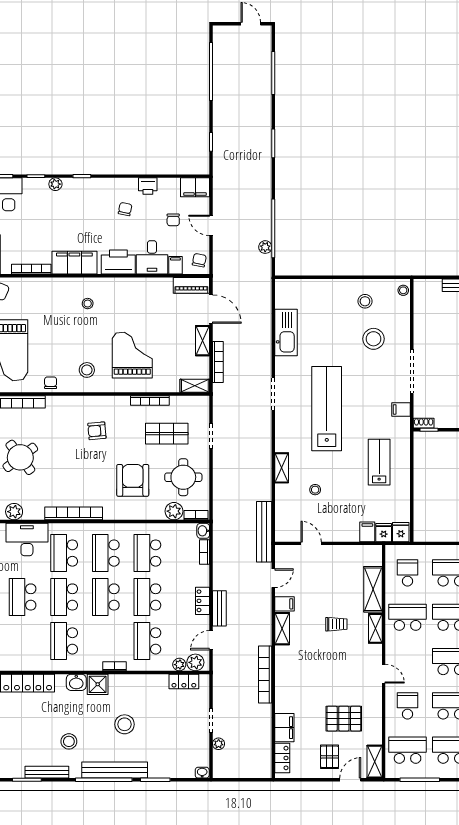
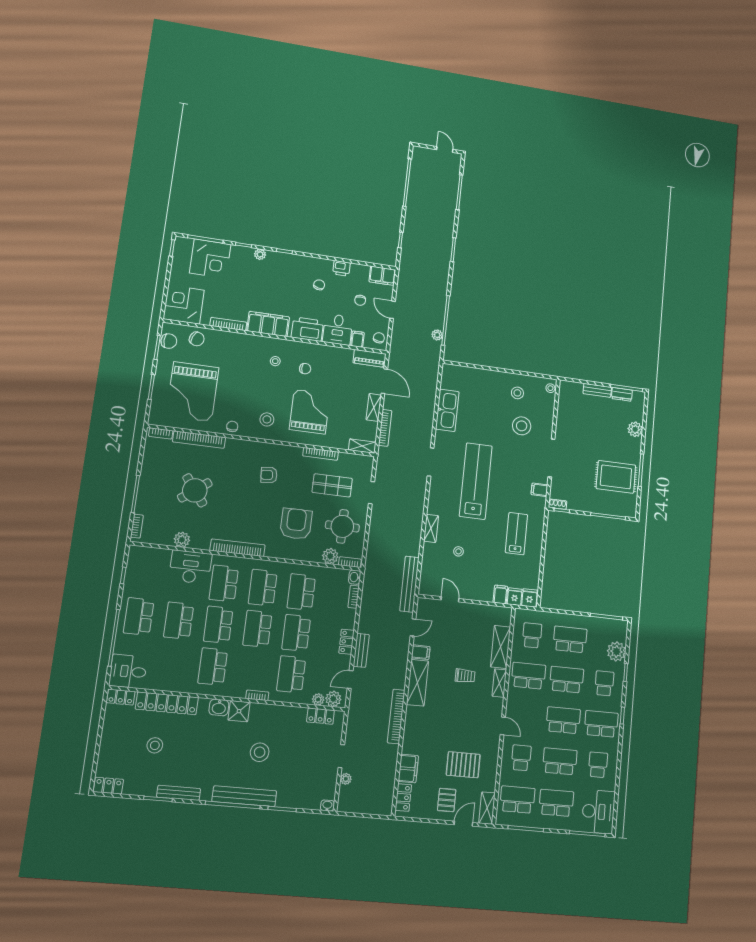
chair: (121, 307) -> (305, 369), added
shelving: (282, 629) -> (417, 683), width x1.50, depth x1.33
stool: (69, 741) -> (155, 745), moved

